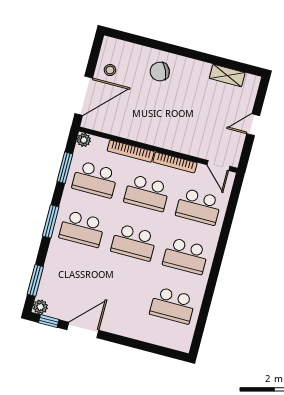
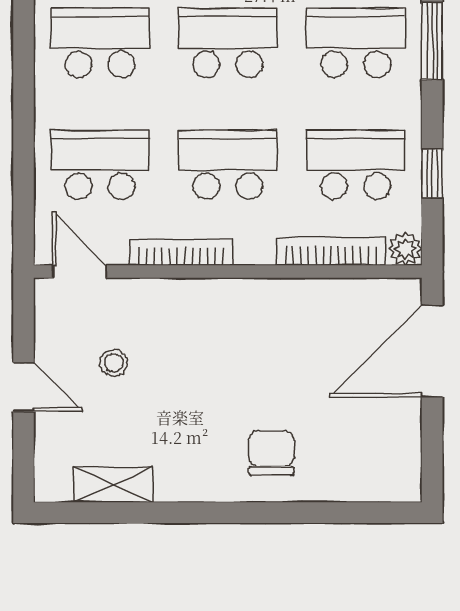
stool: (110, 70) -> (114, 363), moved
chair: (160, 72) -> (271, 453), turned -67
door: (253, 125) -> (24, 387), hinge flipped
bookcase: (131, 151) -> (331, 251), moved
window: (65, 168) -> (432, 173), width x0.67

